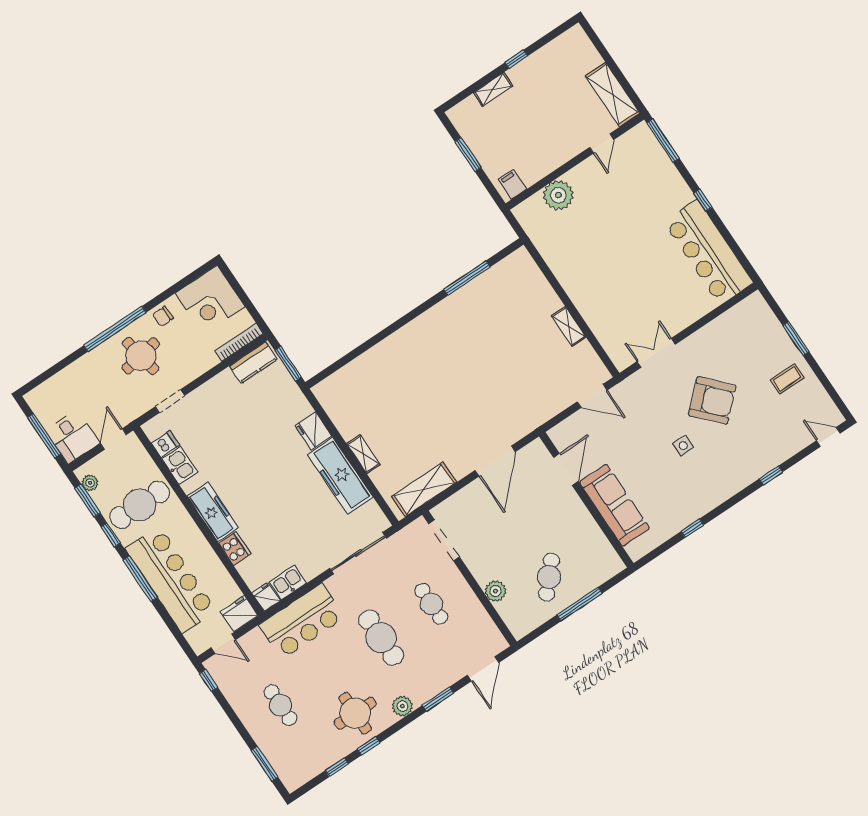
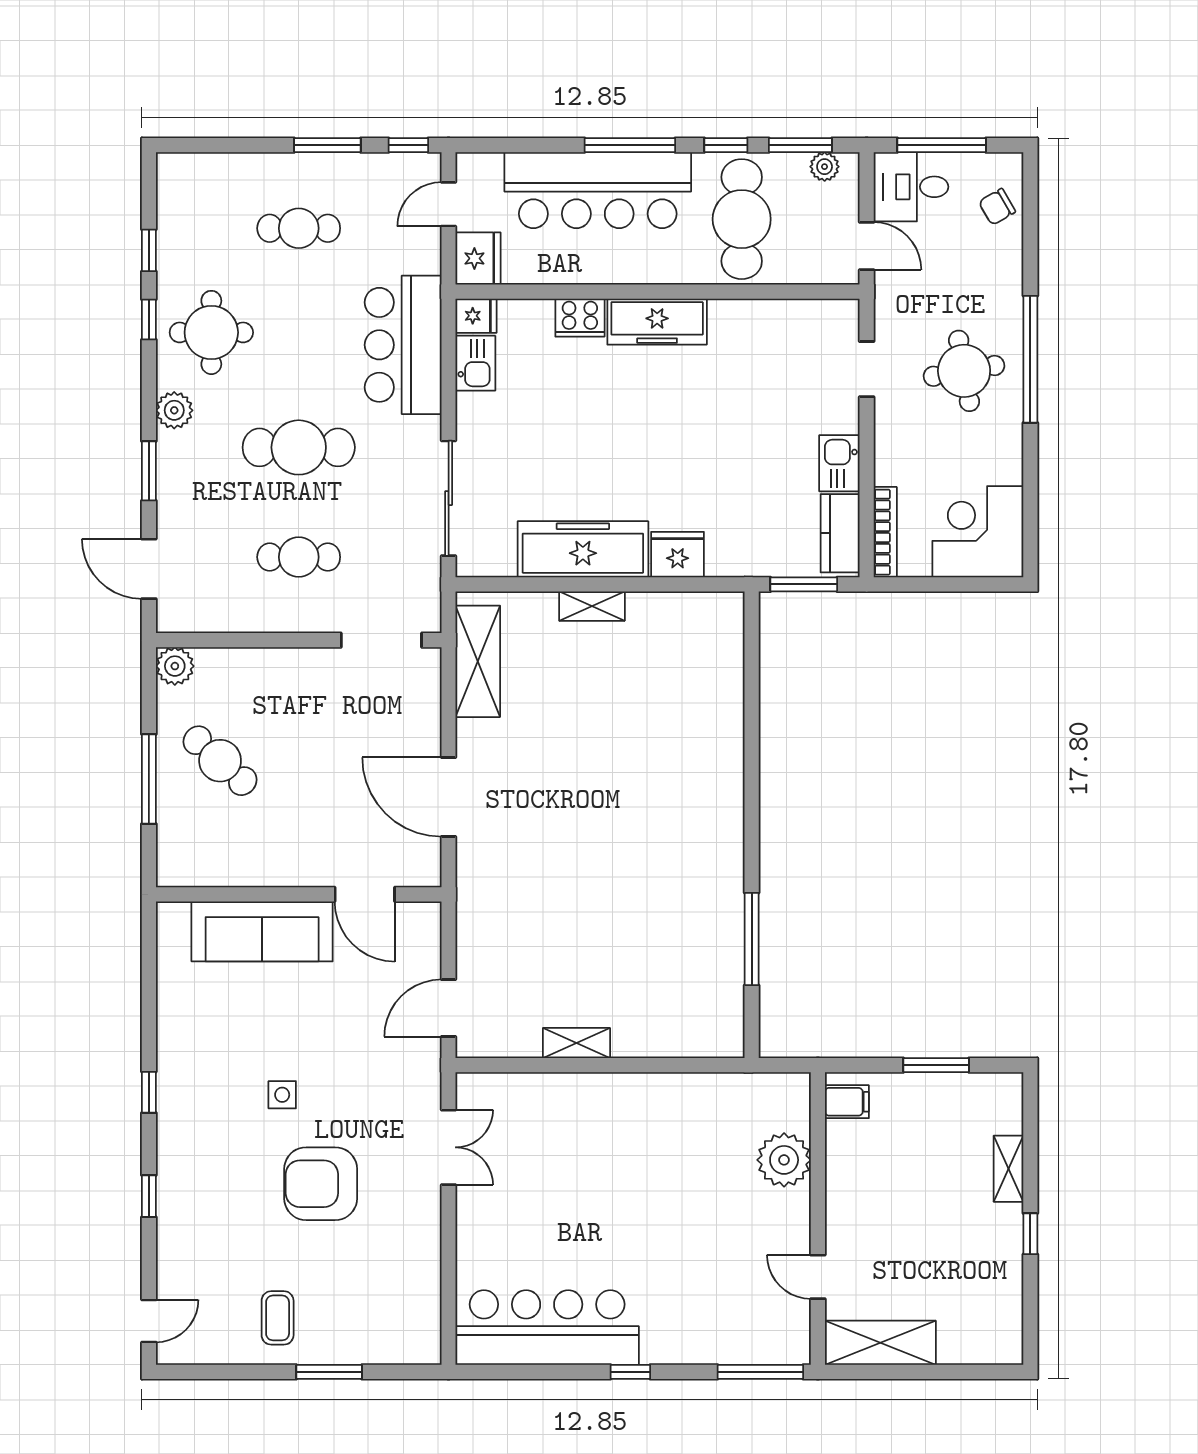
chair: (163, 316) -> (997, 207), moved, turned -119
armchair: (712, 400) -> (321, 1184), turned 43
dishwasher: (165, 444) -> (807, 319), removed
kitchen sink: (180, 465) -> (839, 463), moved, turned 90
window: (693, 528) -> (149, 1092), moved
plant: (495, 591) -> (175, 666), moved
window: (265, 764) -> (327, 145), moved

